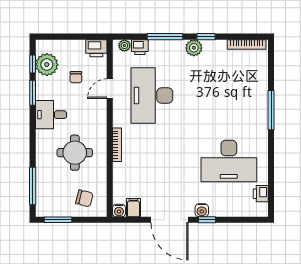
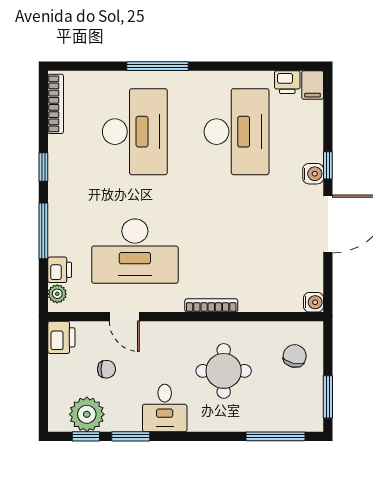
plant: (194, 48) -> (61, 186), removed
desk: (229, 96) -> (135, 132), added
filing cabinet: (133, 208) -> (313, 85), moved, turned -90

